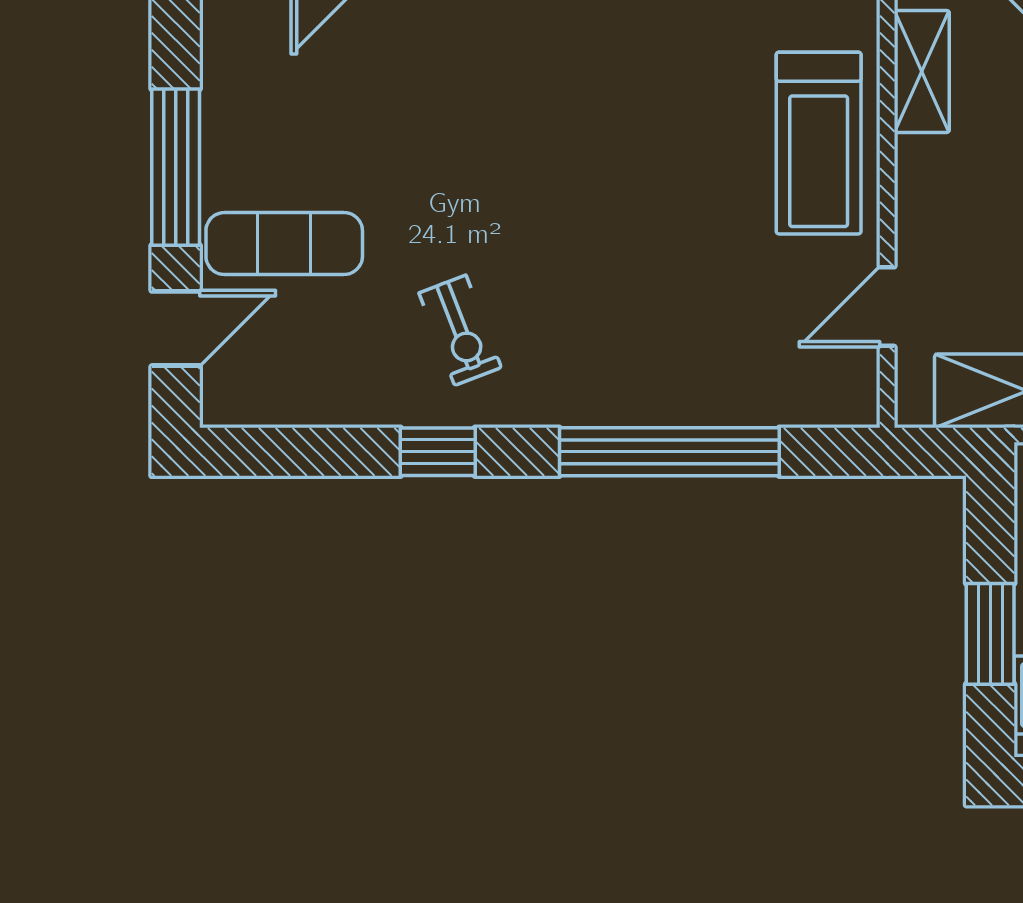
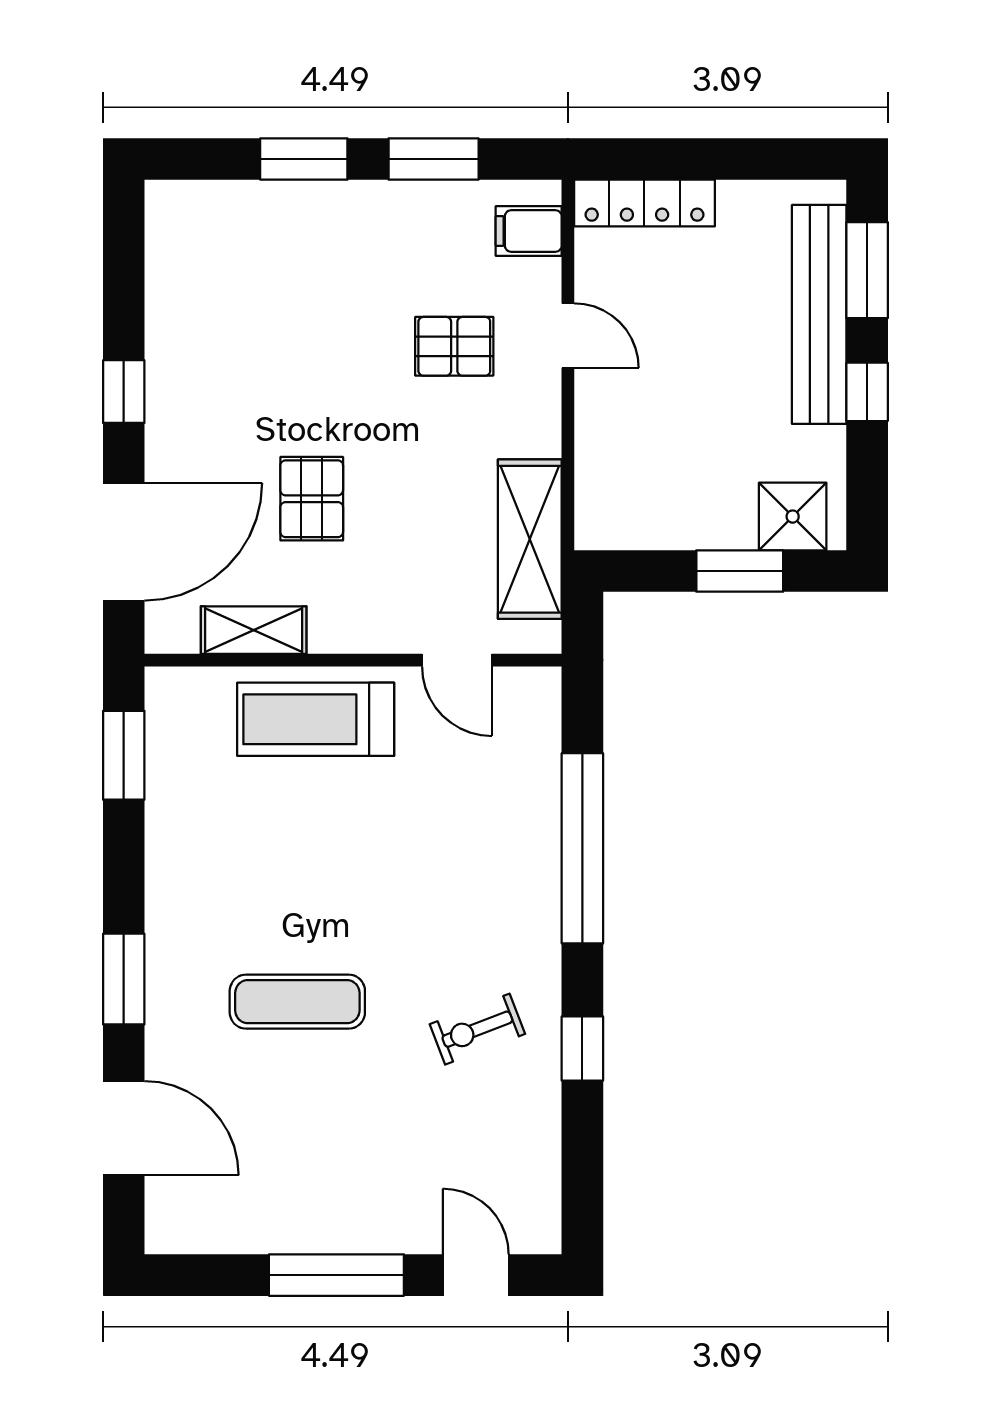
treadmill: (819, 143) -> (316, 719), turned 180
exercise mat: (284, 244) -> (297, 1002), moved, turned 90
exercise bike: (460, 330) -> (477, 1029), turned 180

